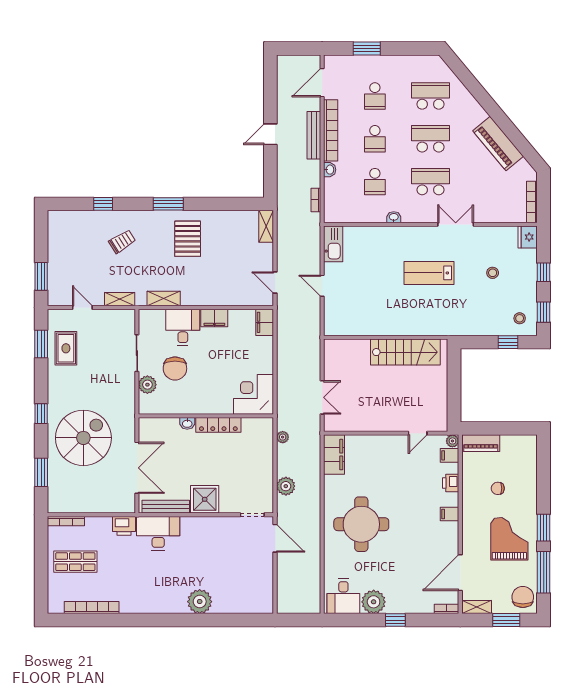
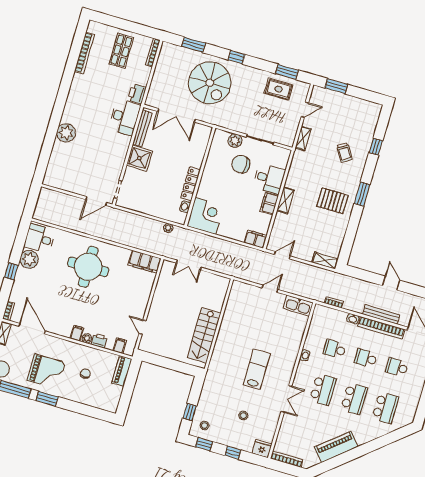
shelving: (164, 299) -> (286, 200), moved
washbasin: (187, 423) -> (185, 207), moved
plant: (452, 441) -> (87, 338), moved
plant: (286, 486) -> (132, 220), removed

